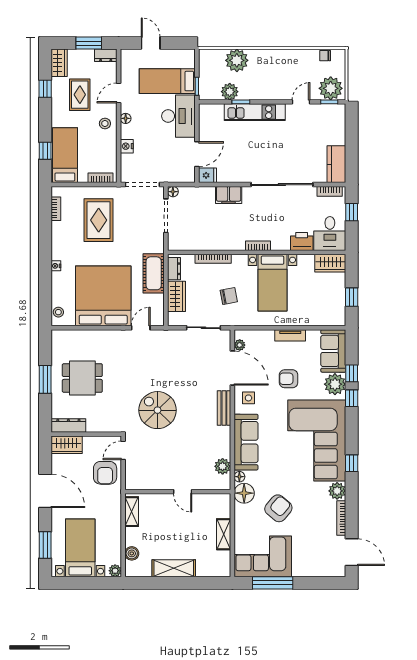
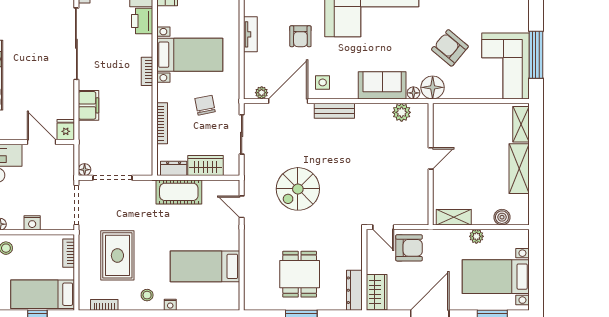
rug: (99, 220) -> (117, 255), turned 90
bed: (103, 296) -> (205, 266), width x0.49
stool: (58, 312) -> (147, 295), moved
spiral stairs: (157, 410) -> (298, 189), moved
sofa: (246, 442) -> (382, 85), width x0.73
shelving: (224, 534) -> (521, 124), moved, turned 90
plant: (115, 571) -> (476, 236), moved

